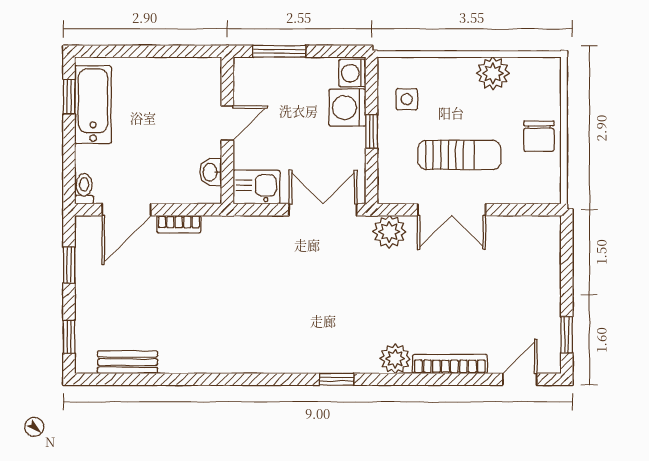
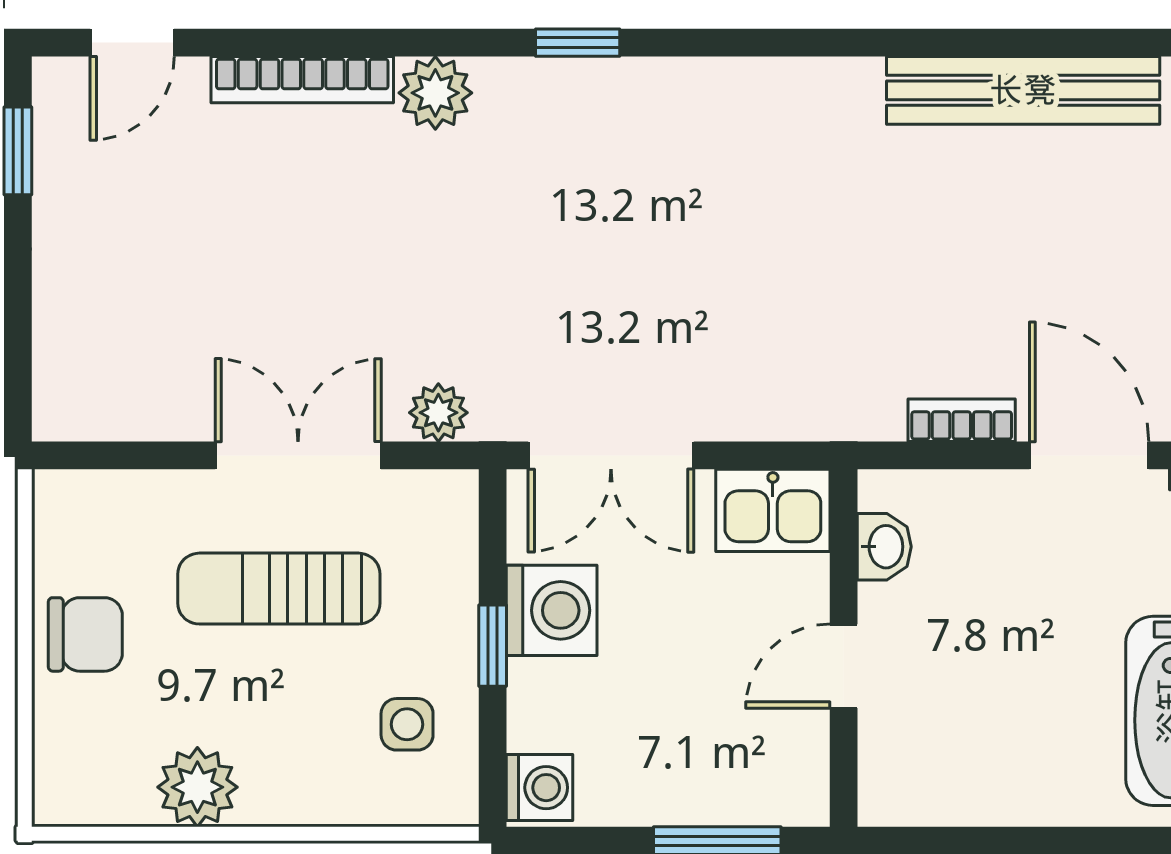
washing machine: (347, 108) -> (552, 610), moved
chair: (539, 136) -> (85, 634), turned 90
door: (127, 210) -> (1089, 455), hinge flipped
plant: (389, 232) -> (438, 413), width x0.73, depth x0.73
bench: (128, 362) -> (1023, 90), width x1.86, depth x1.21

